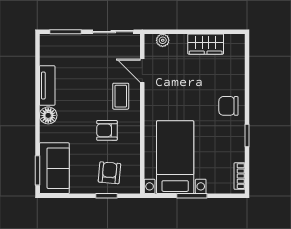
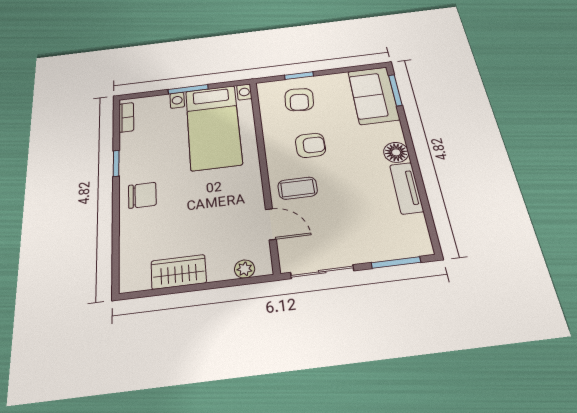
coffee table: (121, 96) -> (298, 188), turned 90

